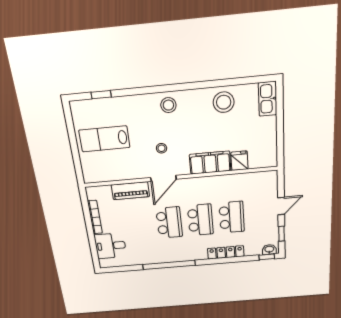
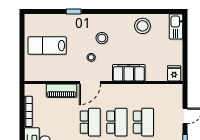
window: (101, 95) -> (74, 11), moved
stool: (168, 105) -> (102, 38), moved
fridge: (239, 161) -> (174, 73), moved

